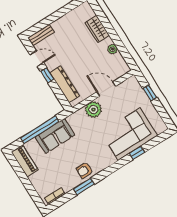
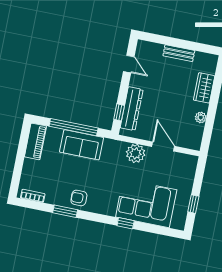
bench: (41, 35) -> (179, 53), moved
window: (47, 75) -> (119, 112), moved
window: (150, 93) -> (193, 204), moved
window: (137, 153) -> (126, 223), moved

